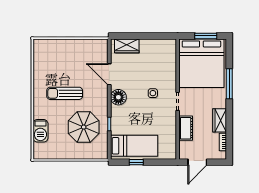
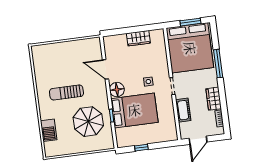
wardrobe: (127, 46) -> (138, 38), moved
bed: (134, 146) -> (134, 110), moved, width x1.50

